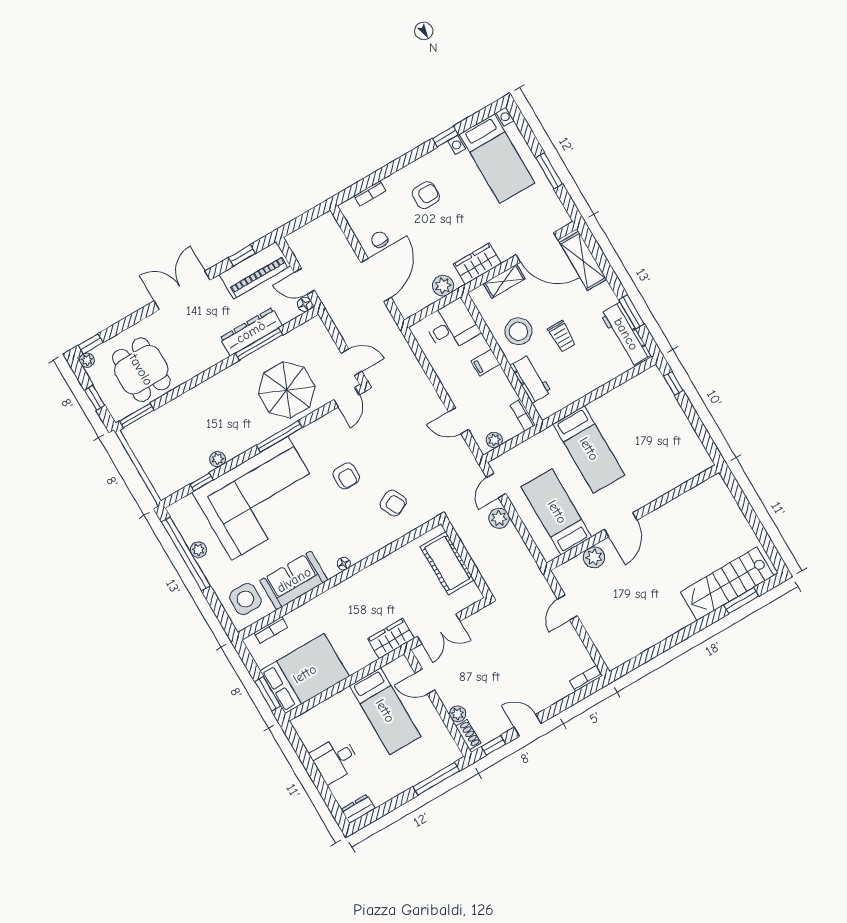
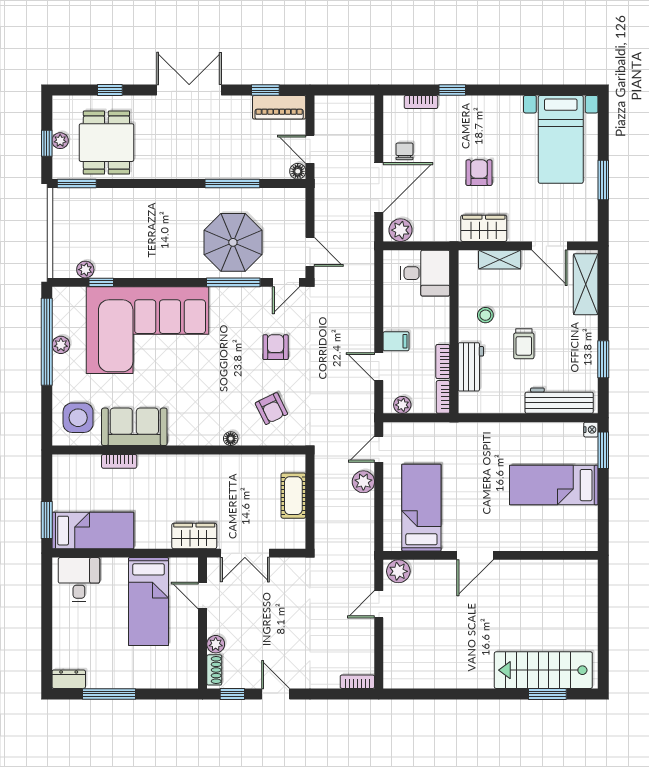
window: (445, 137) -> (452, 90), moved
armchair: (426, 195) -> (479, 173), moved, turned -90
door: (537, 247) -> (549, 246), width x0.73
piano: (255, 270) -> (279, 107), width x0.73, depth x0.75
plant: (443, 286) -> (401, 230), moved
stool: (518, 331) -> (485, 315), width x0.53, depth x0.53
dresser: (251, 332) -> (232, 167), removed
workbench: (626, 334) -> (559, 401), moved, turned 90
window: (91, 344) -> (110, 90), moved
plant: (87, 360) -> (60, 141), moved
filing cabinet: (485, 363) -> (396, 341), moved, turned 180
nightstand: (654, 373) -> (591, 430), added
window: (673, 383) -> (603, 450), width x1.50
bookcase: (506, 387) -> (443, 362), added
window: (279, 436) -> (233, 282), moved
bed: (589, 449) -> (554, 485), moved, turned 90
plant: (218, 459) -> (85, 270), moved
armchair: (346, 476) -> (276, 347), moved, turned 180
plant: (594, 557) -> (398, 571), moved
cot: (447, 563) -> (293, 496), width x0.73, depth x0.75
floor lamp: (344, 564) -> (231, 439), moved
bookcase: (271, 630) -> (119, 461), moved
bed: (305, 674) -> (93, 531), width x0.67
desk: (335, 759) -> (79, 580), moved, turned 90
window: (436, 779) -> (109, 694), moved

